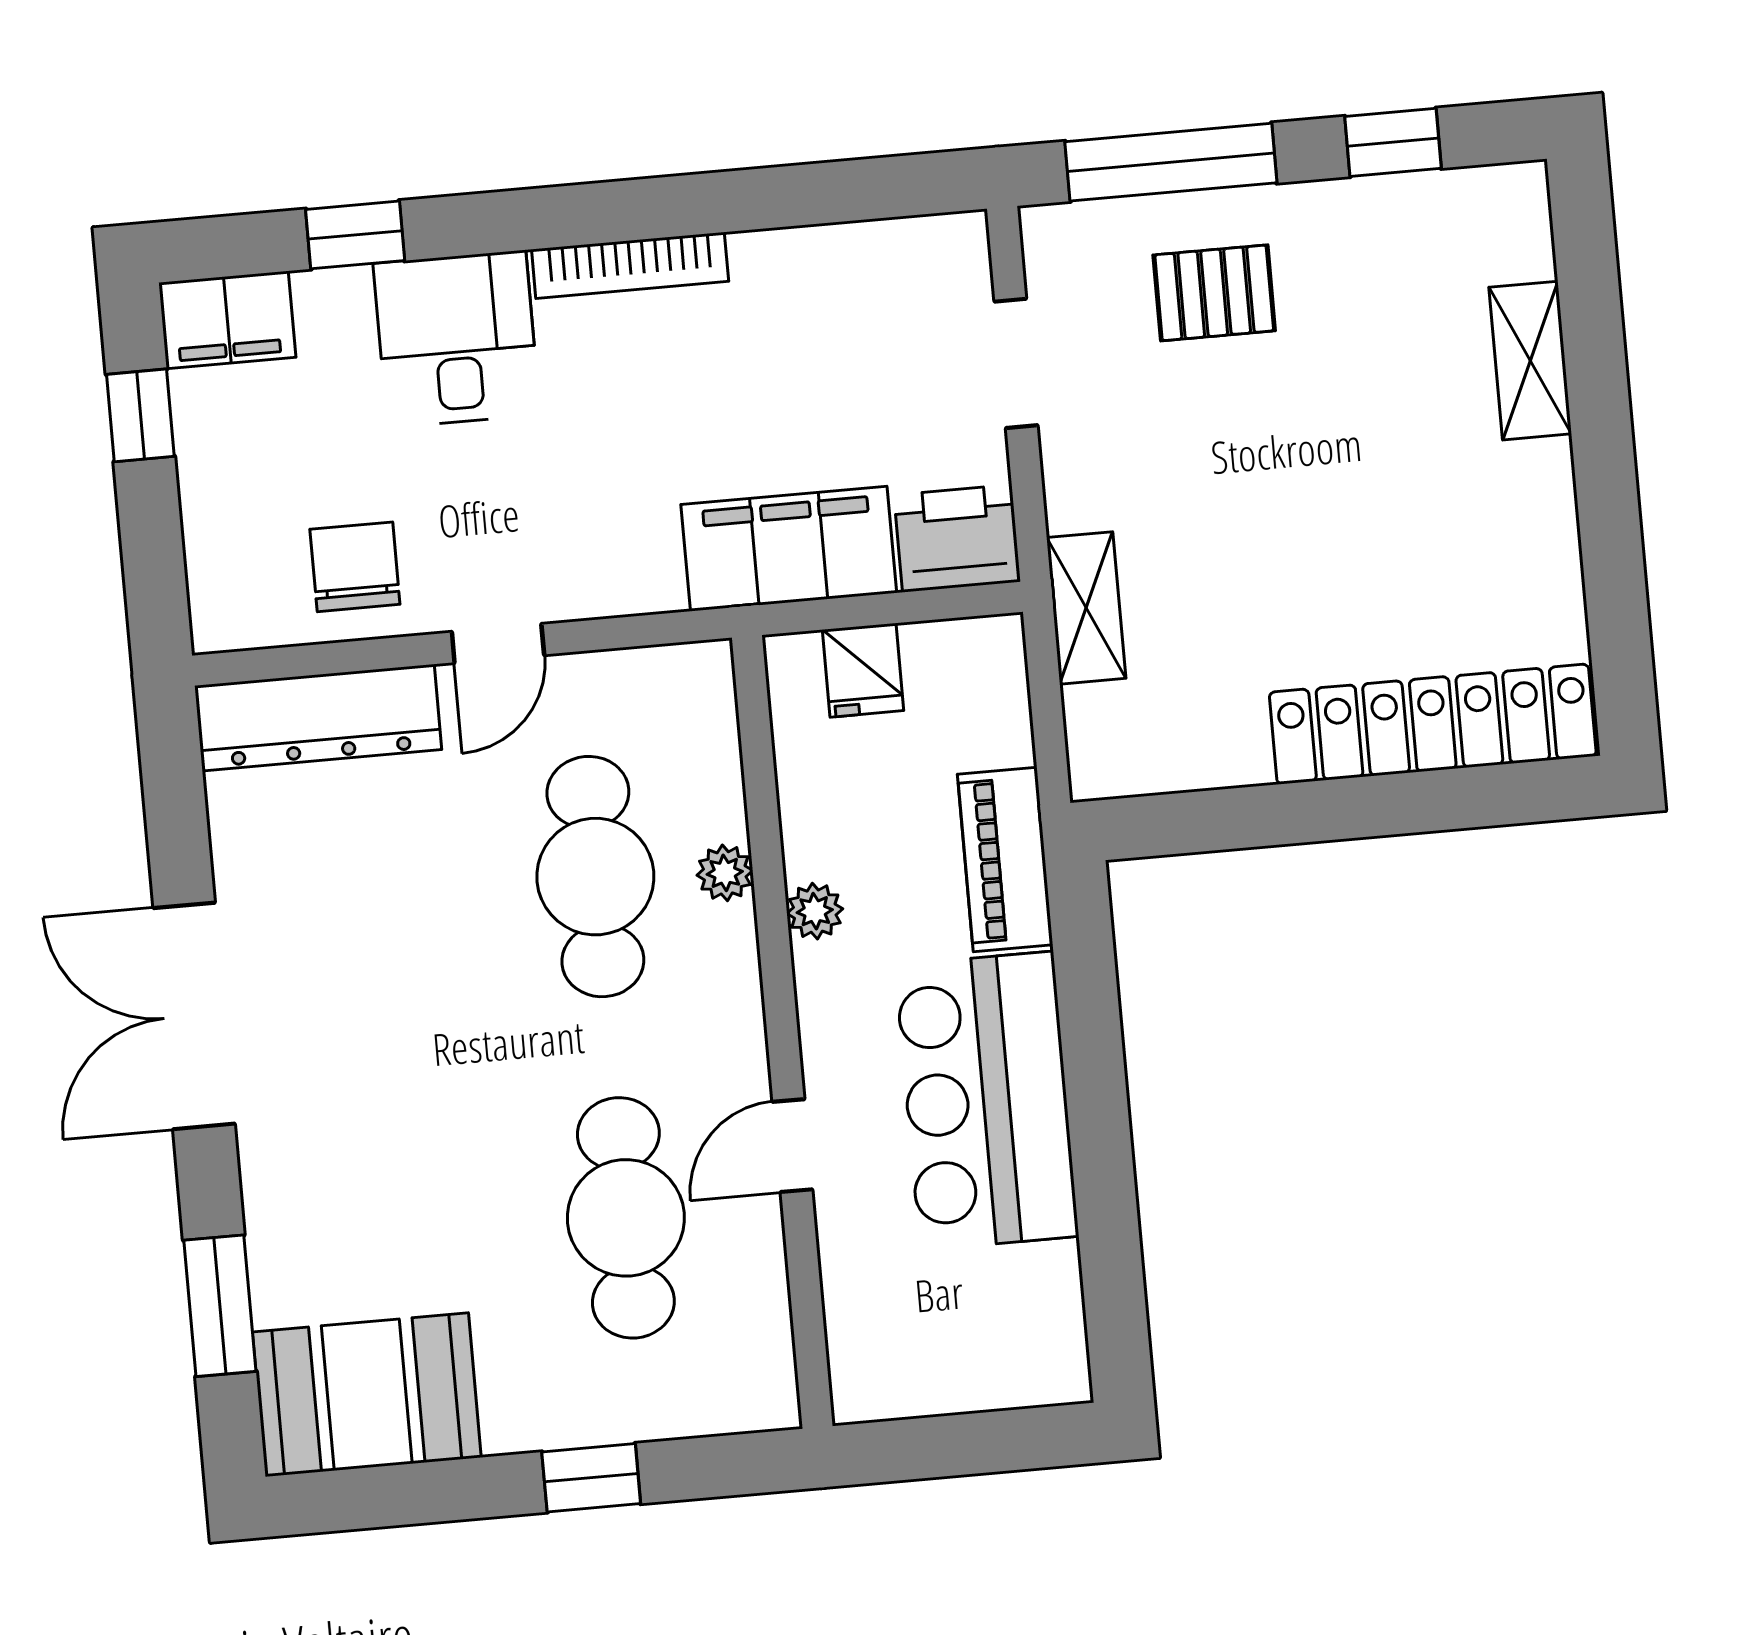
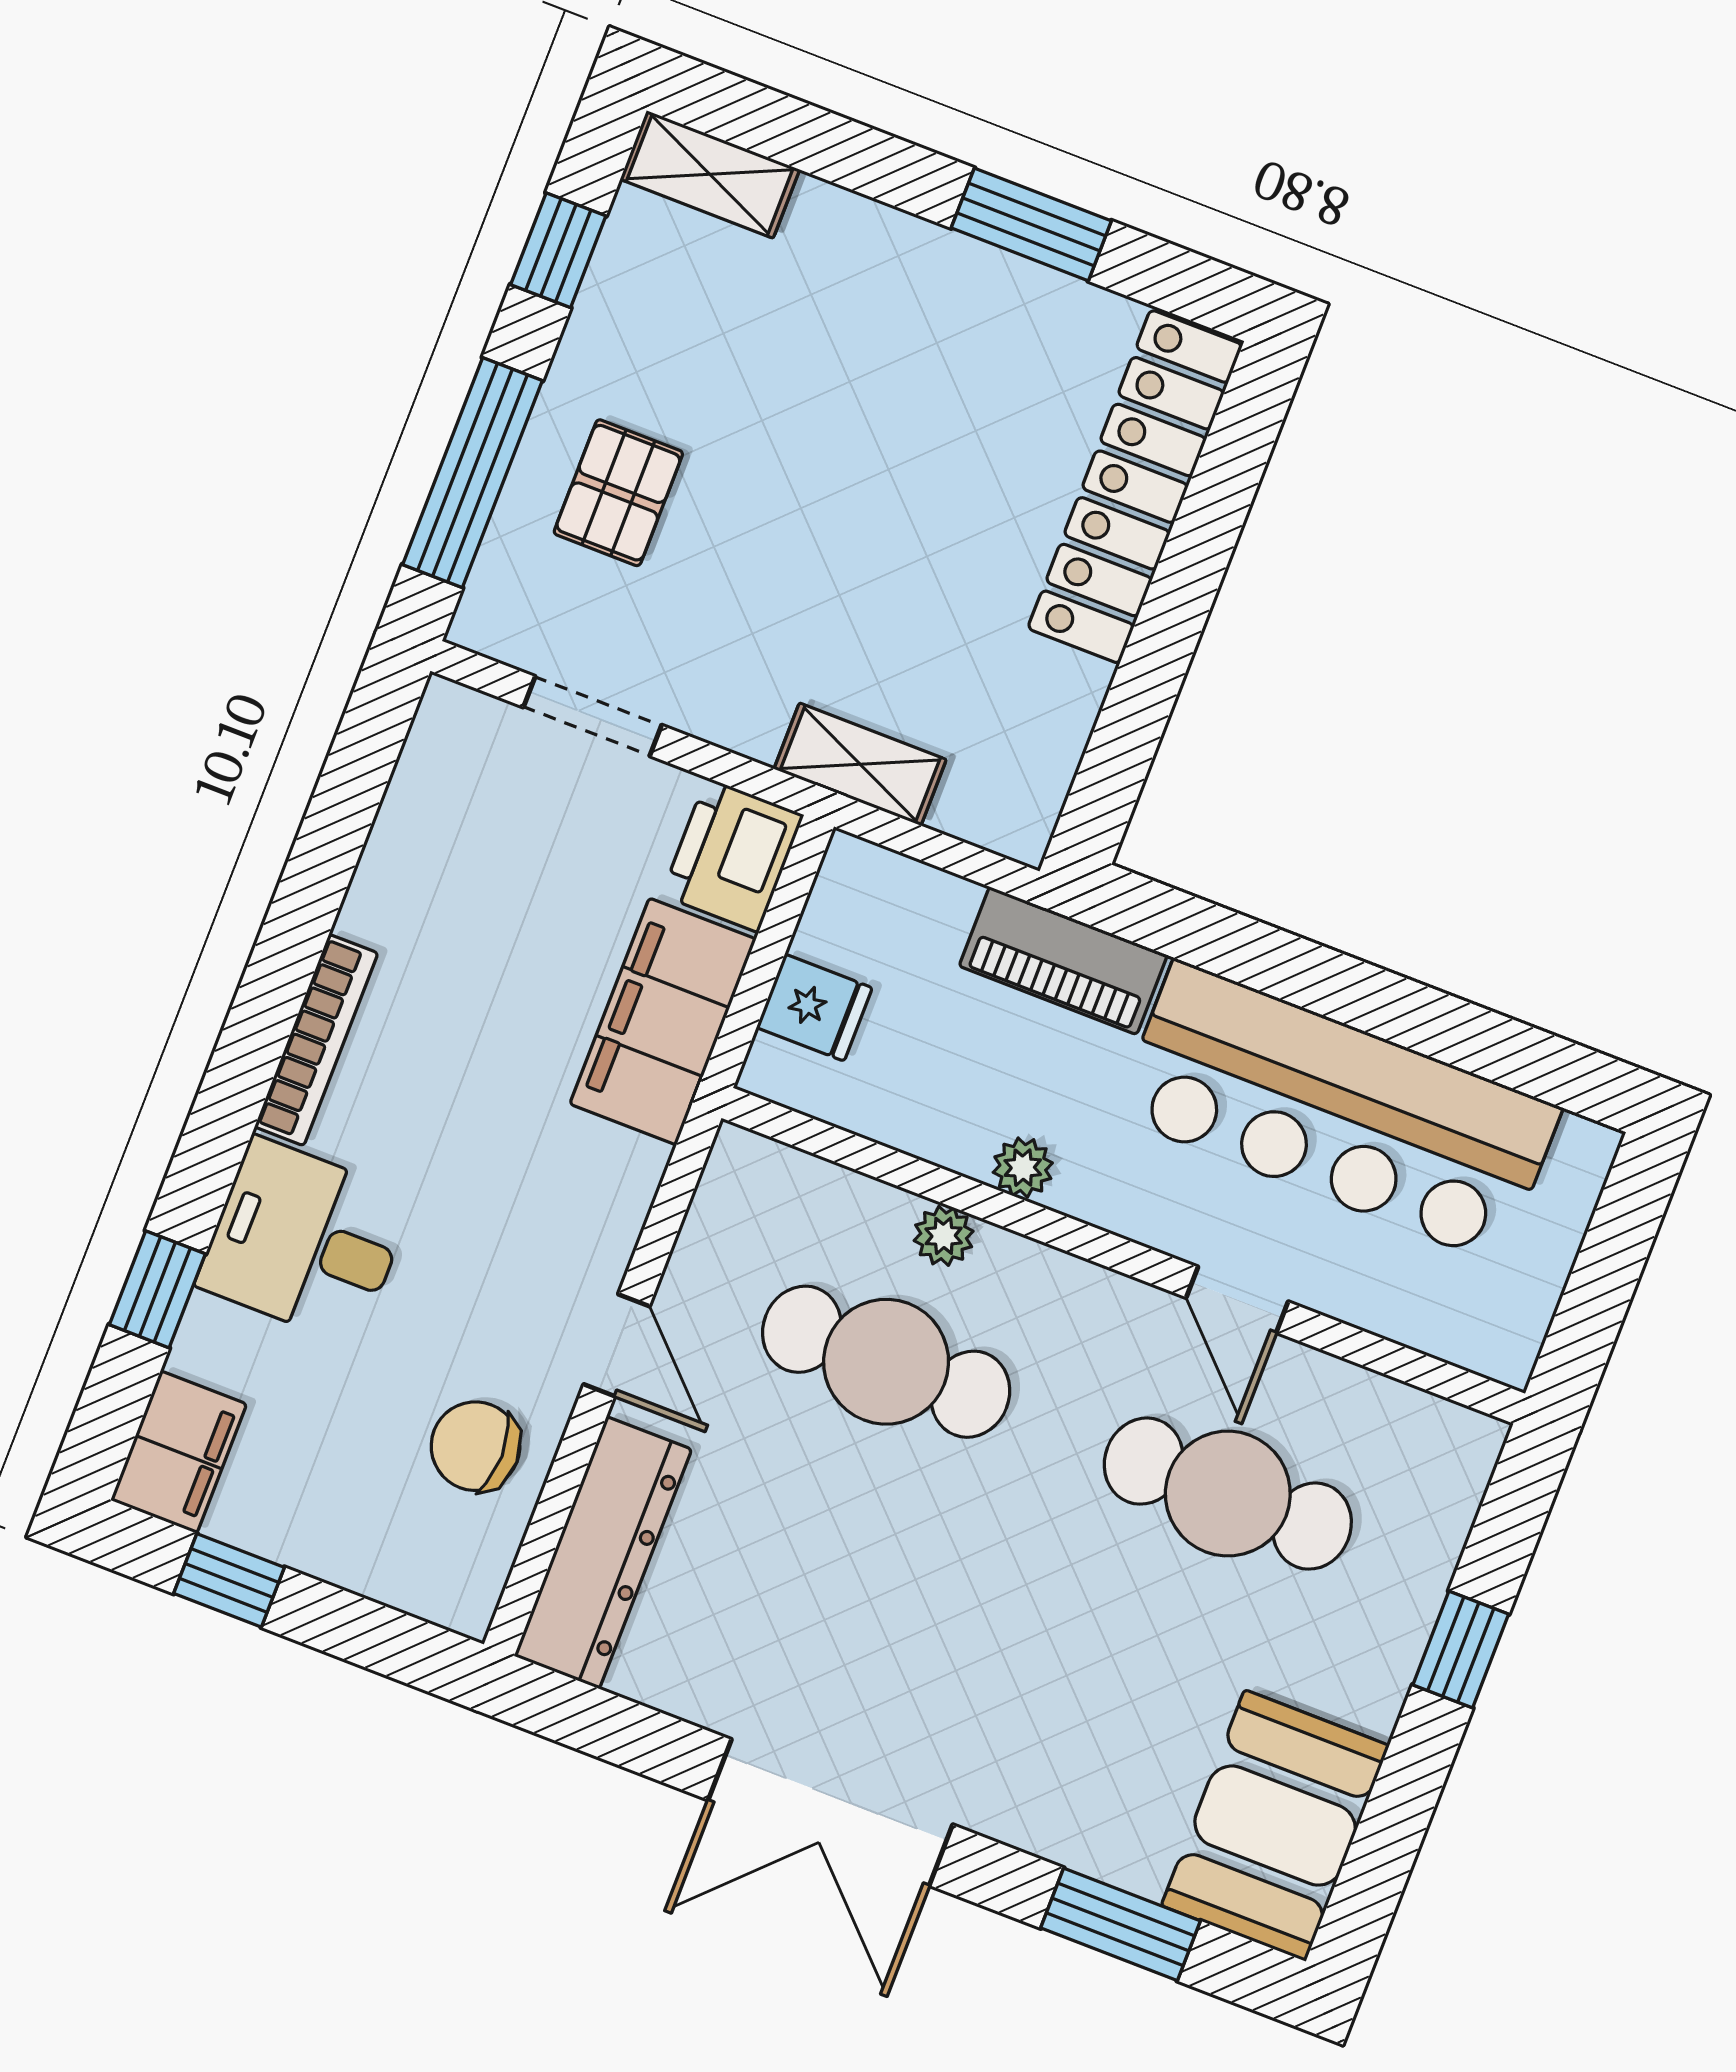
shelving: (1530, 361) -> (710, 174), moved
window: (1610, 529) -> (1031, 224), added
bar counter: (987, 1101) -> (1338, 1112), width x1.36

